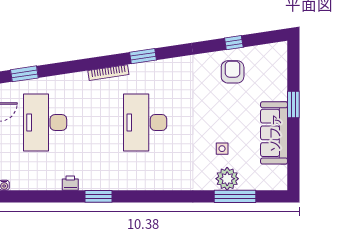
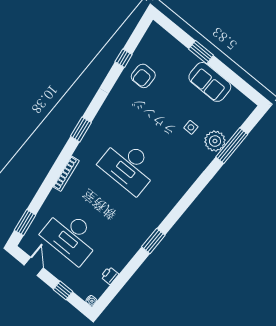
armchair: (233, 72) -> (143, 76), turned -90
bookcase: (108, 73) -> (66, 174), moved
sofa: (274, 133) -> (210, 82), width x0.73
printer: (70, 183) -> (110, 275), moved

